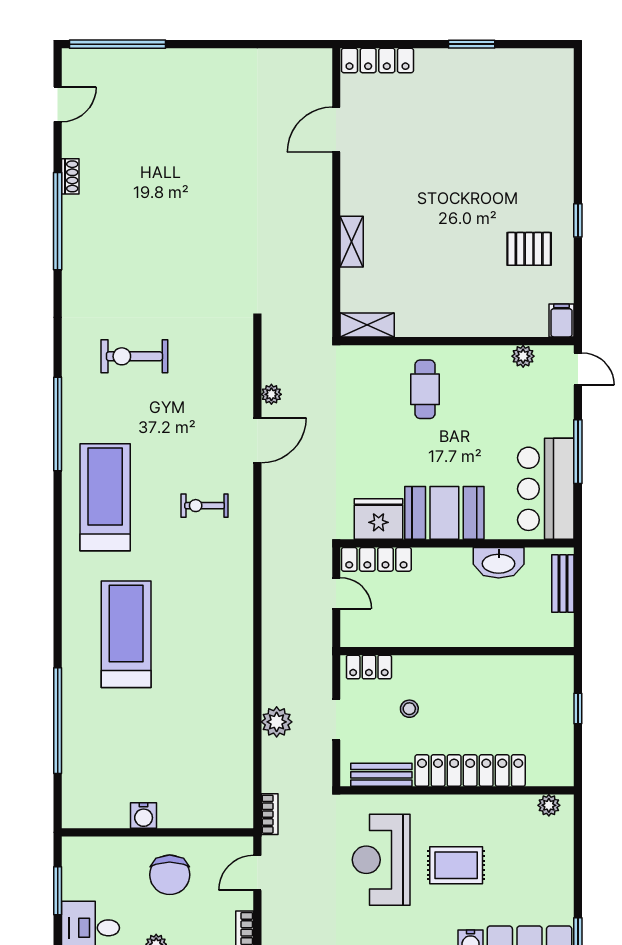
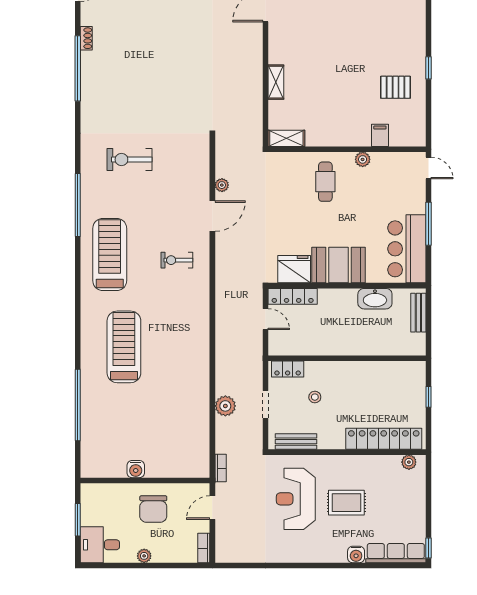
filing cabinet: (562, 321) -> (380, 135), moved
plant: (523, 356) -> (363, 159), moved
locker: (470, 771) -> (384, 439), moved

